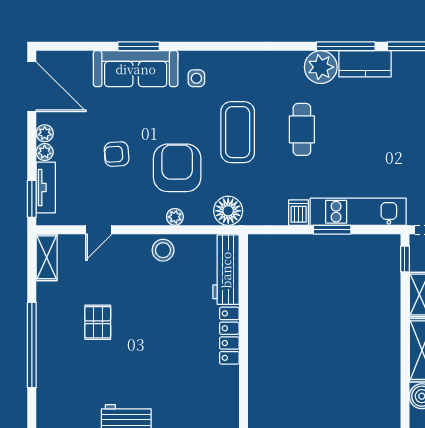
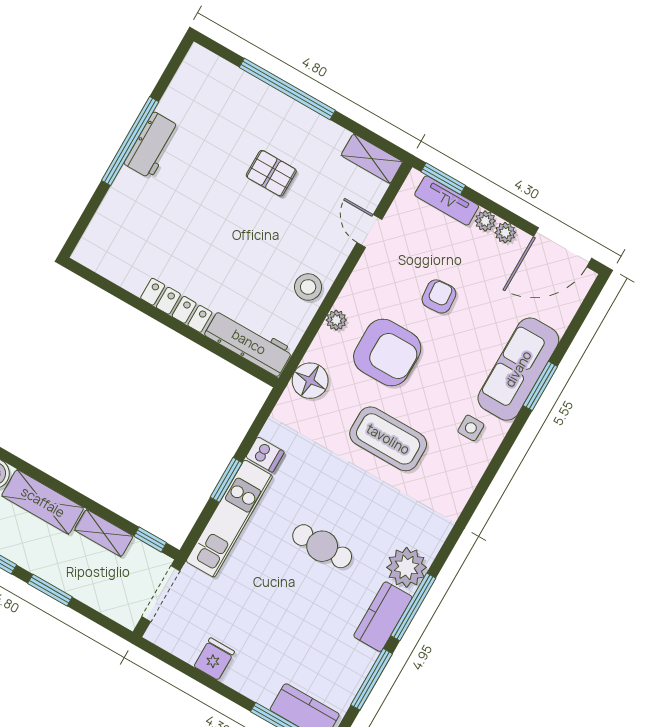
cafe table: (302, 129) -> (322, 546), moved

